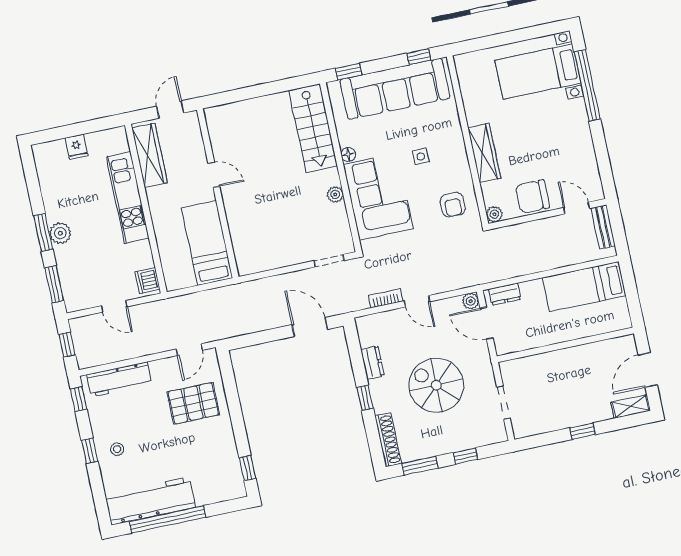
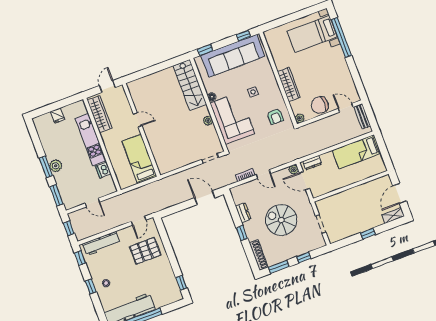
dishwasher: (147, 281) -> (103, 170), moved

